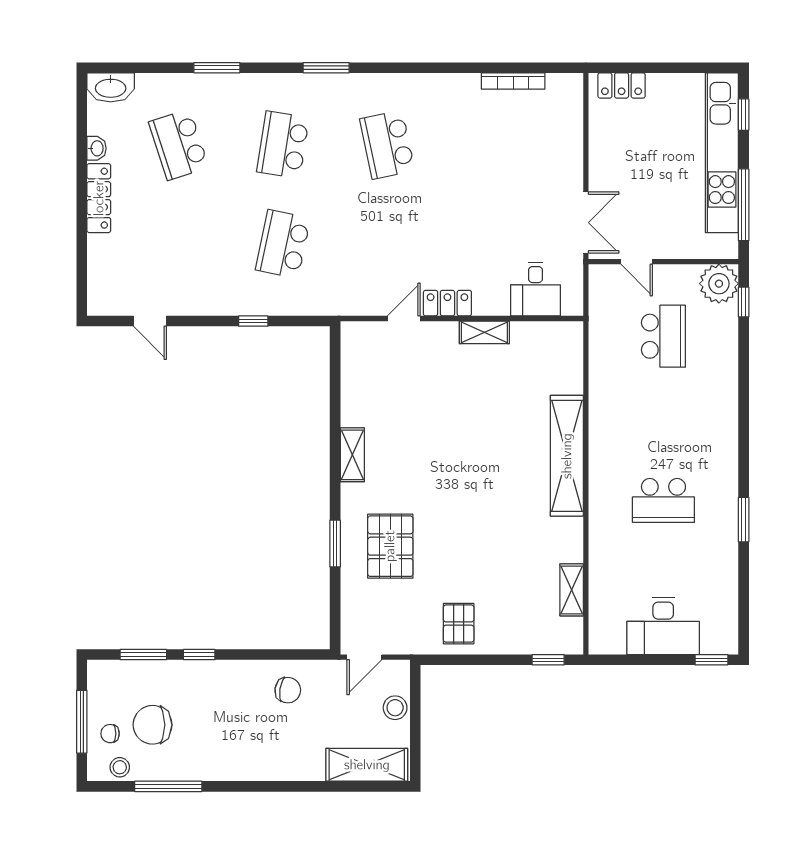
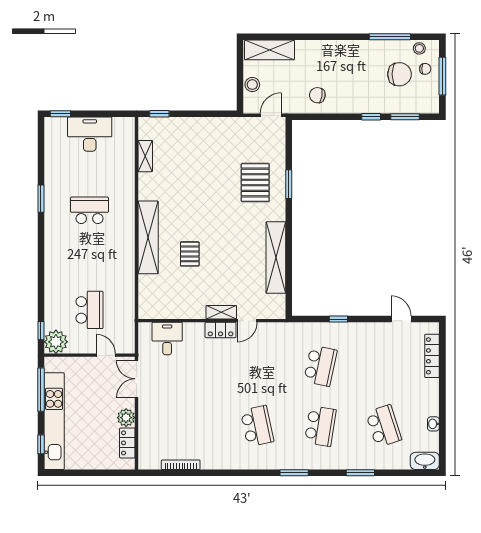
locker: (622, 85) -> (127, 443), moved, turned -90
plant: (603, 159) -> (126, 418), added
locker: (99, 198) -> (432, 356), moved
shelving: (484, 332) -> (221, 312), moved
school desk: (663, 336) -> (90, 310), turned 180
shelving: (352, 455) -> (276, 257), width x2.20, depth x1.33
pallet: (459, 624) -> (190, 254), moved

